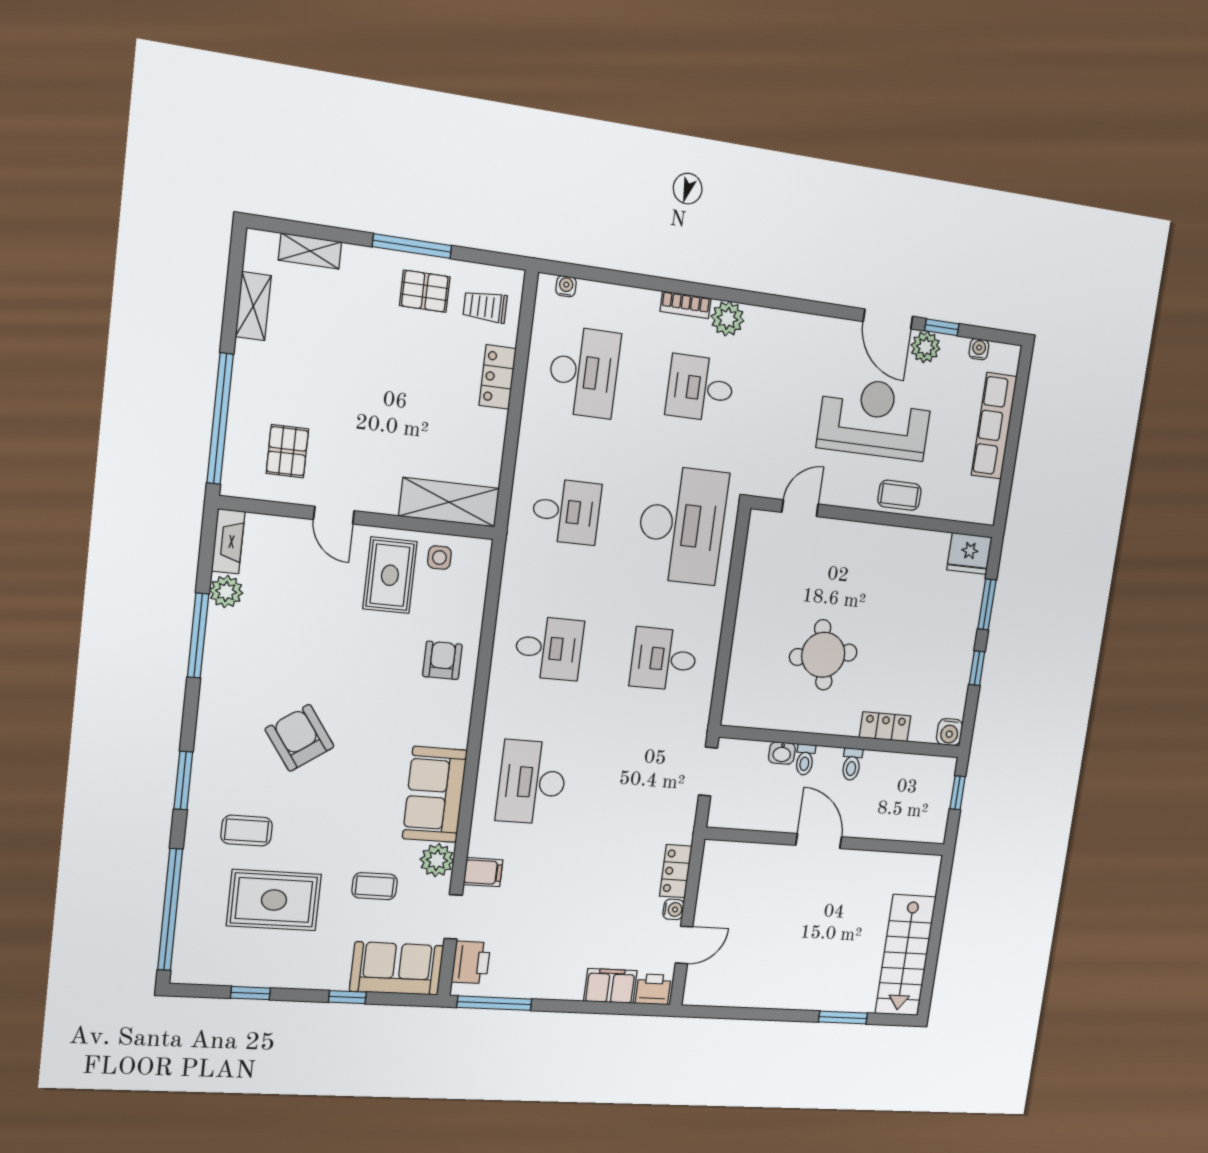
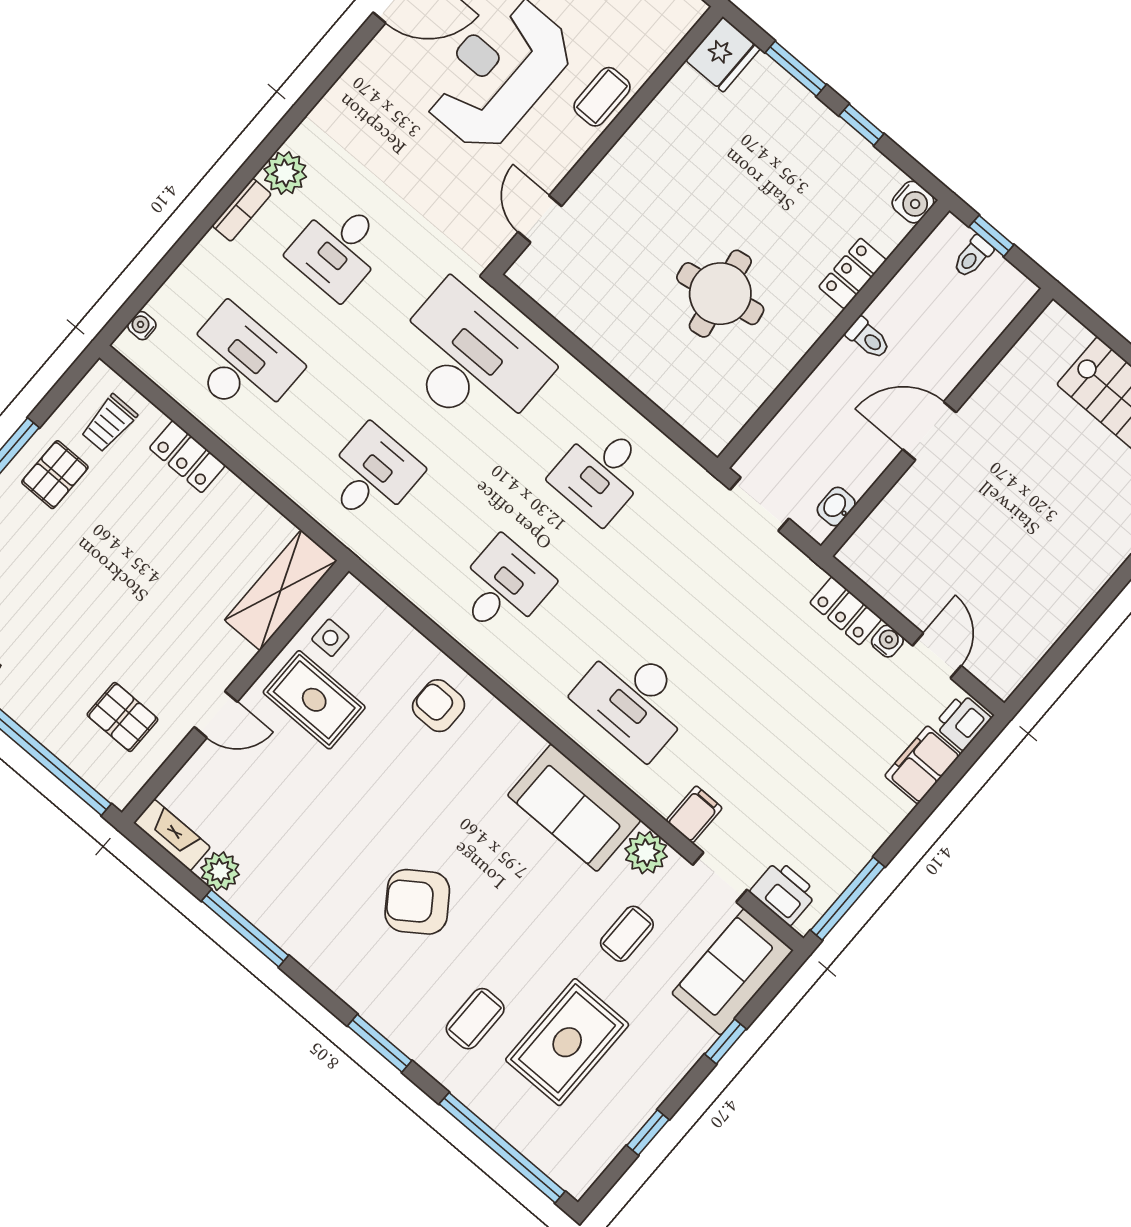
washbasin: (782, 753) -> (836, 507), moved, turned 180
toilet: (805, 760) -> (973, 257), moved, turned 90

